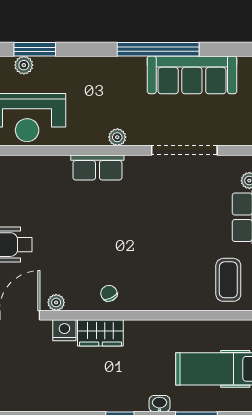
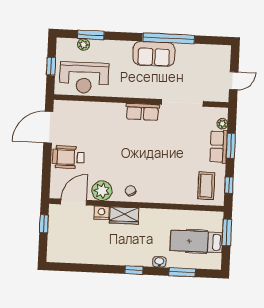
sofa: (192, 75) -> (154, 54), moved, width x0.73
plant: (117, 137) -> (140, 93), removed
row of seats: (97, 167) -> (142, 112), moved
plant: (56, 302) -> (102, 191), width x1.88, depth x1.88

